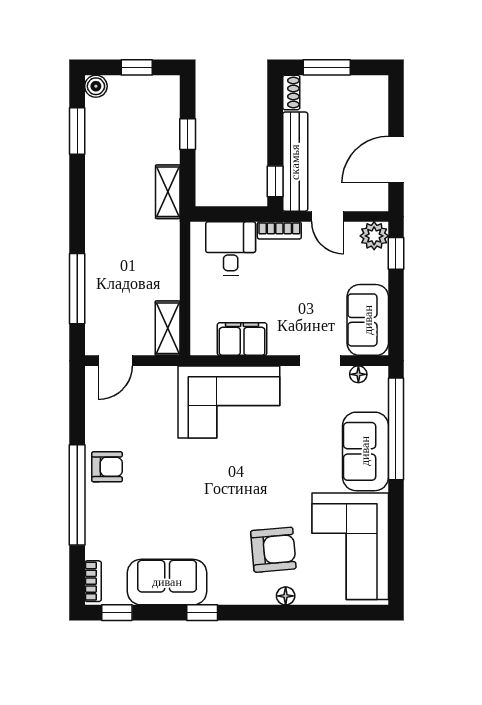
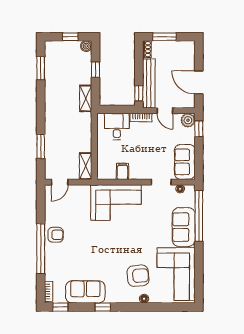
boiler: (96, 86) -> (86, 46), moved
door: (396, 160) -> (199, 82), hinge flipped
window: (77, 289) -> (41, 146), width x0.69
filing cabinet: (242, 339) -> (122, 171), width x0.50

